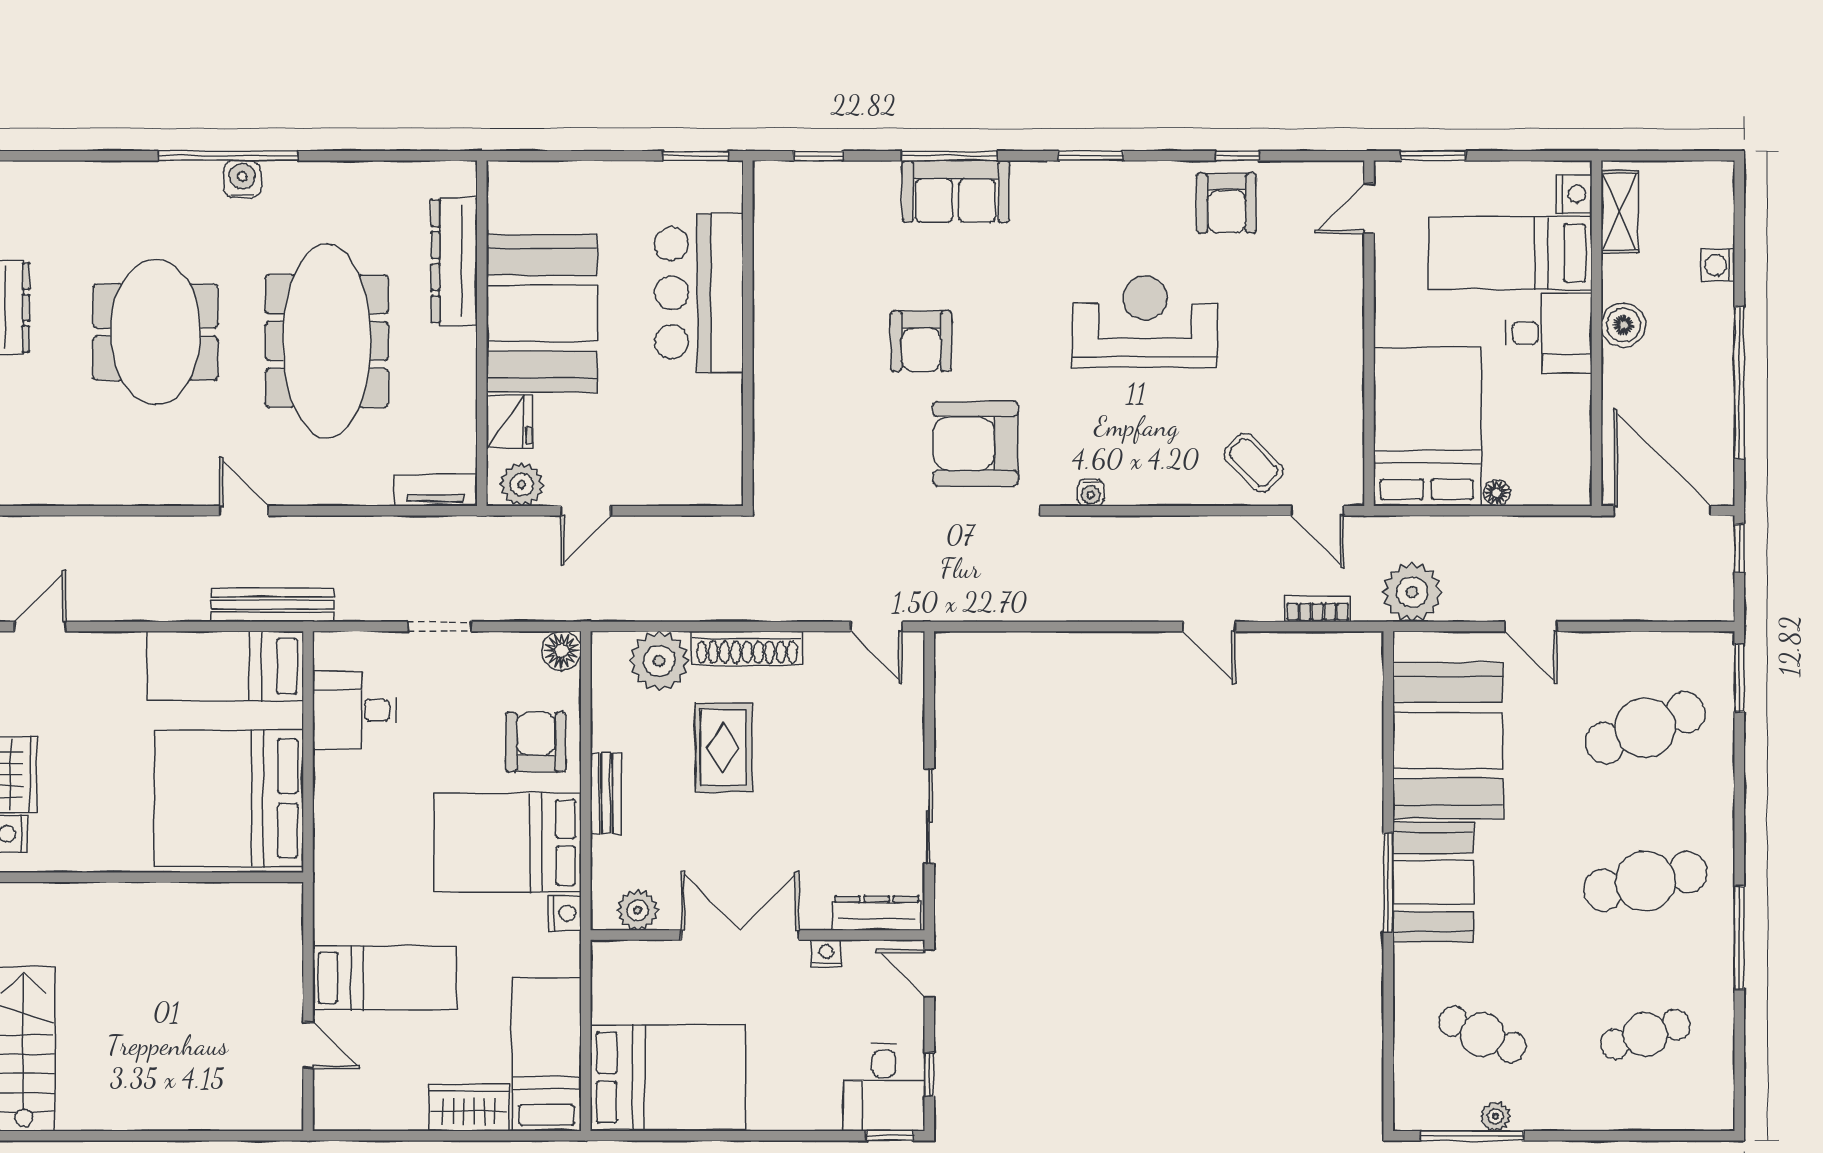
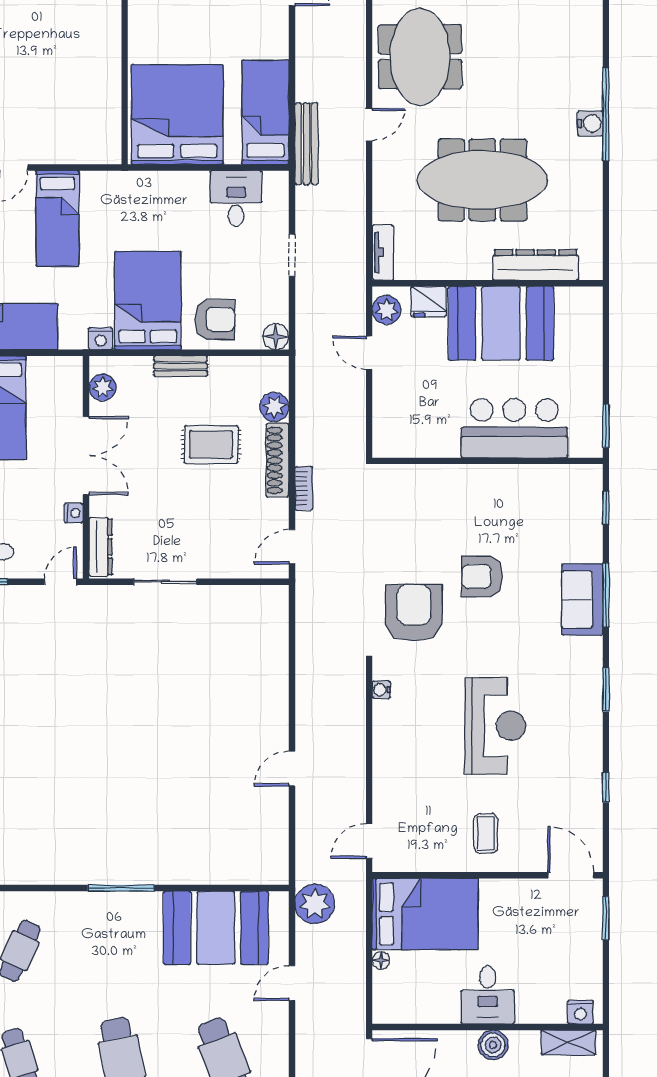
armchair: (1227, 203) -> (574, 780), removed
door: (1369, 209) -> (571, 875), width x1.38
bed: (1510, 253) -> (541, 969), removed
meeting table: (155, 332) -> (420, 57), moved, turned 90
coffee table: (1254, 463) -> (486, 833), moved, turned -45
bookcase: (1318, 609) -> (304, 488), moved
plant: (659, 661) -> (274, 407), width x0.73, depth x0.73
booth: (1433, 882) -> (121, 918), removed

